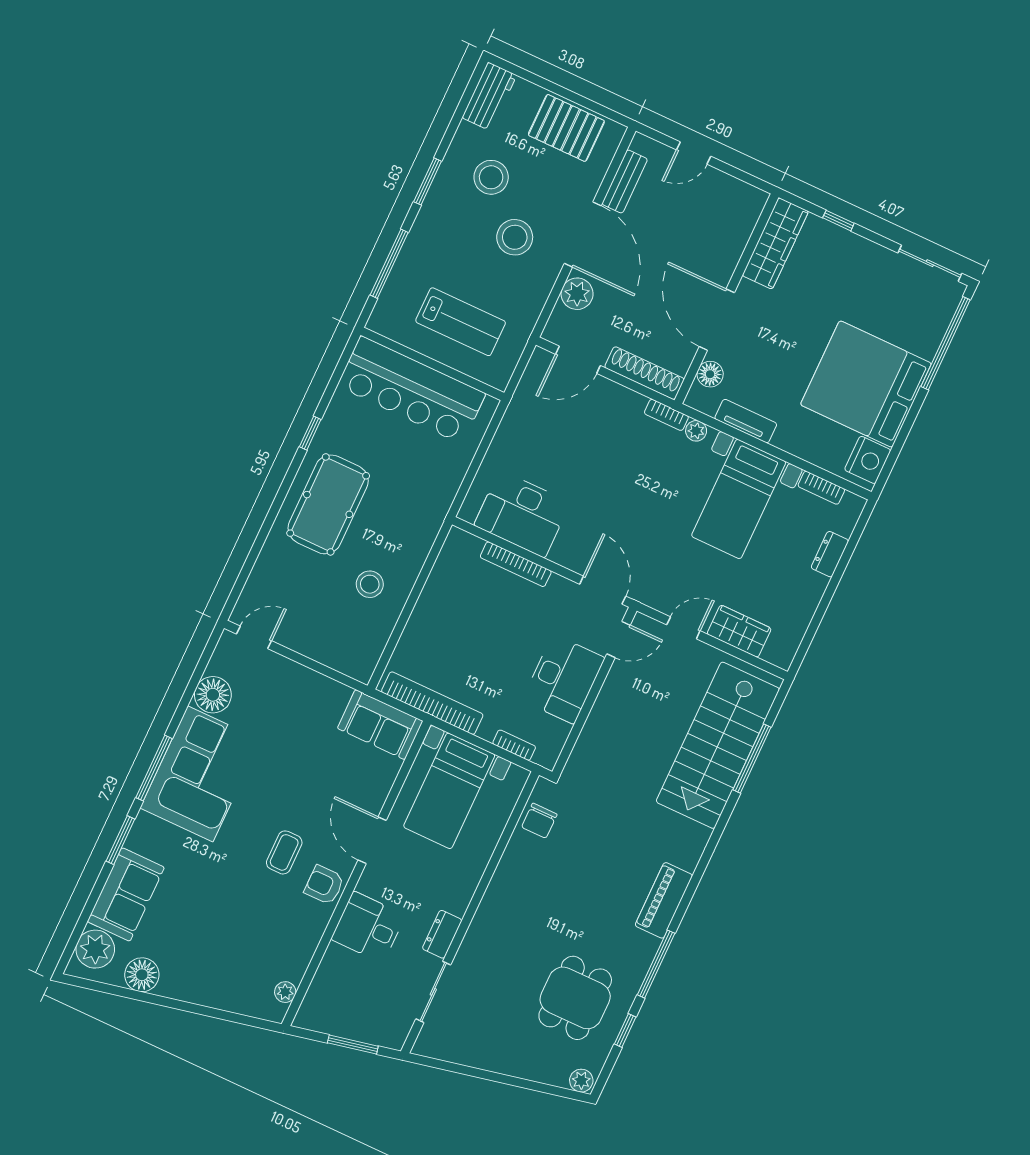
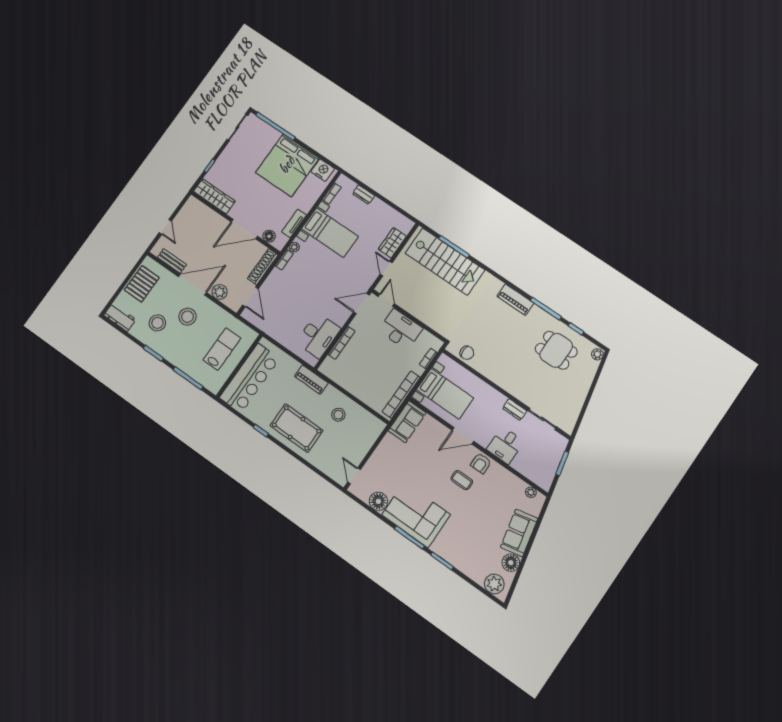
piano: (431, 517) -> (311, 380), added
sofa: (126, 894) -> (519, 533), moved, turned -102

